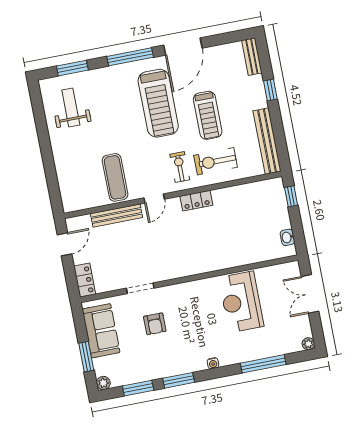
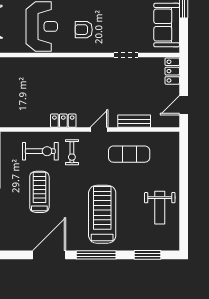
treadmill: (158, 103) -> (102, 214), moved
weight bench: (71, 107) -> (160, 208), moved
exercise mat: (115, 177) -> (129, 154), turned 90
bench: (117, 216) -> (134, 121), width x0.73
armchair: (155, 324) -> (84, 30), moved, turned -90

